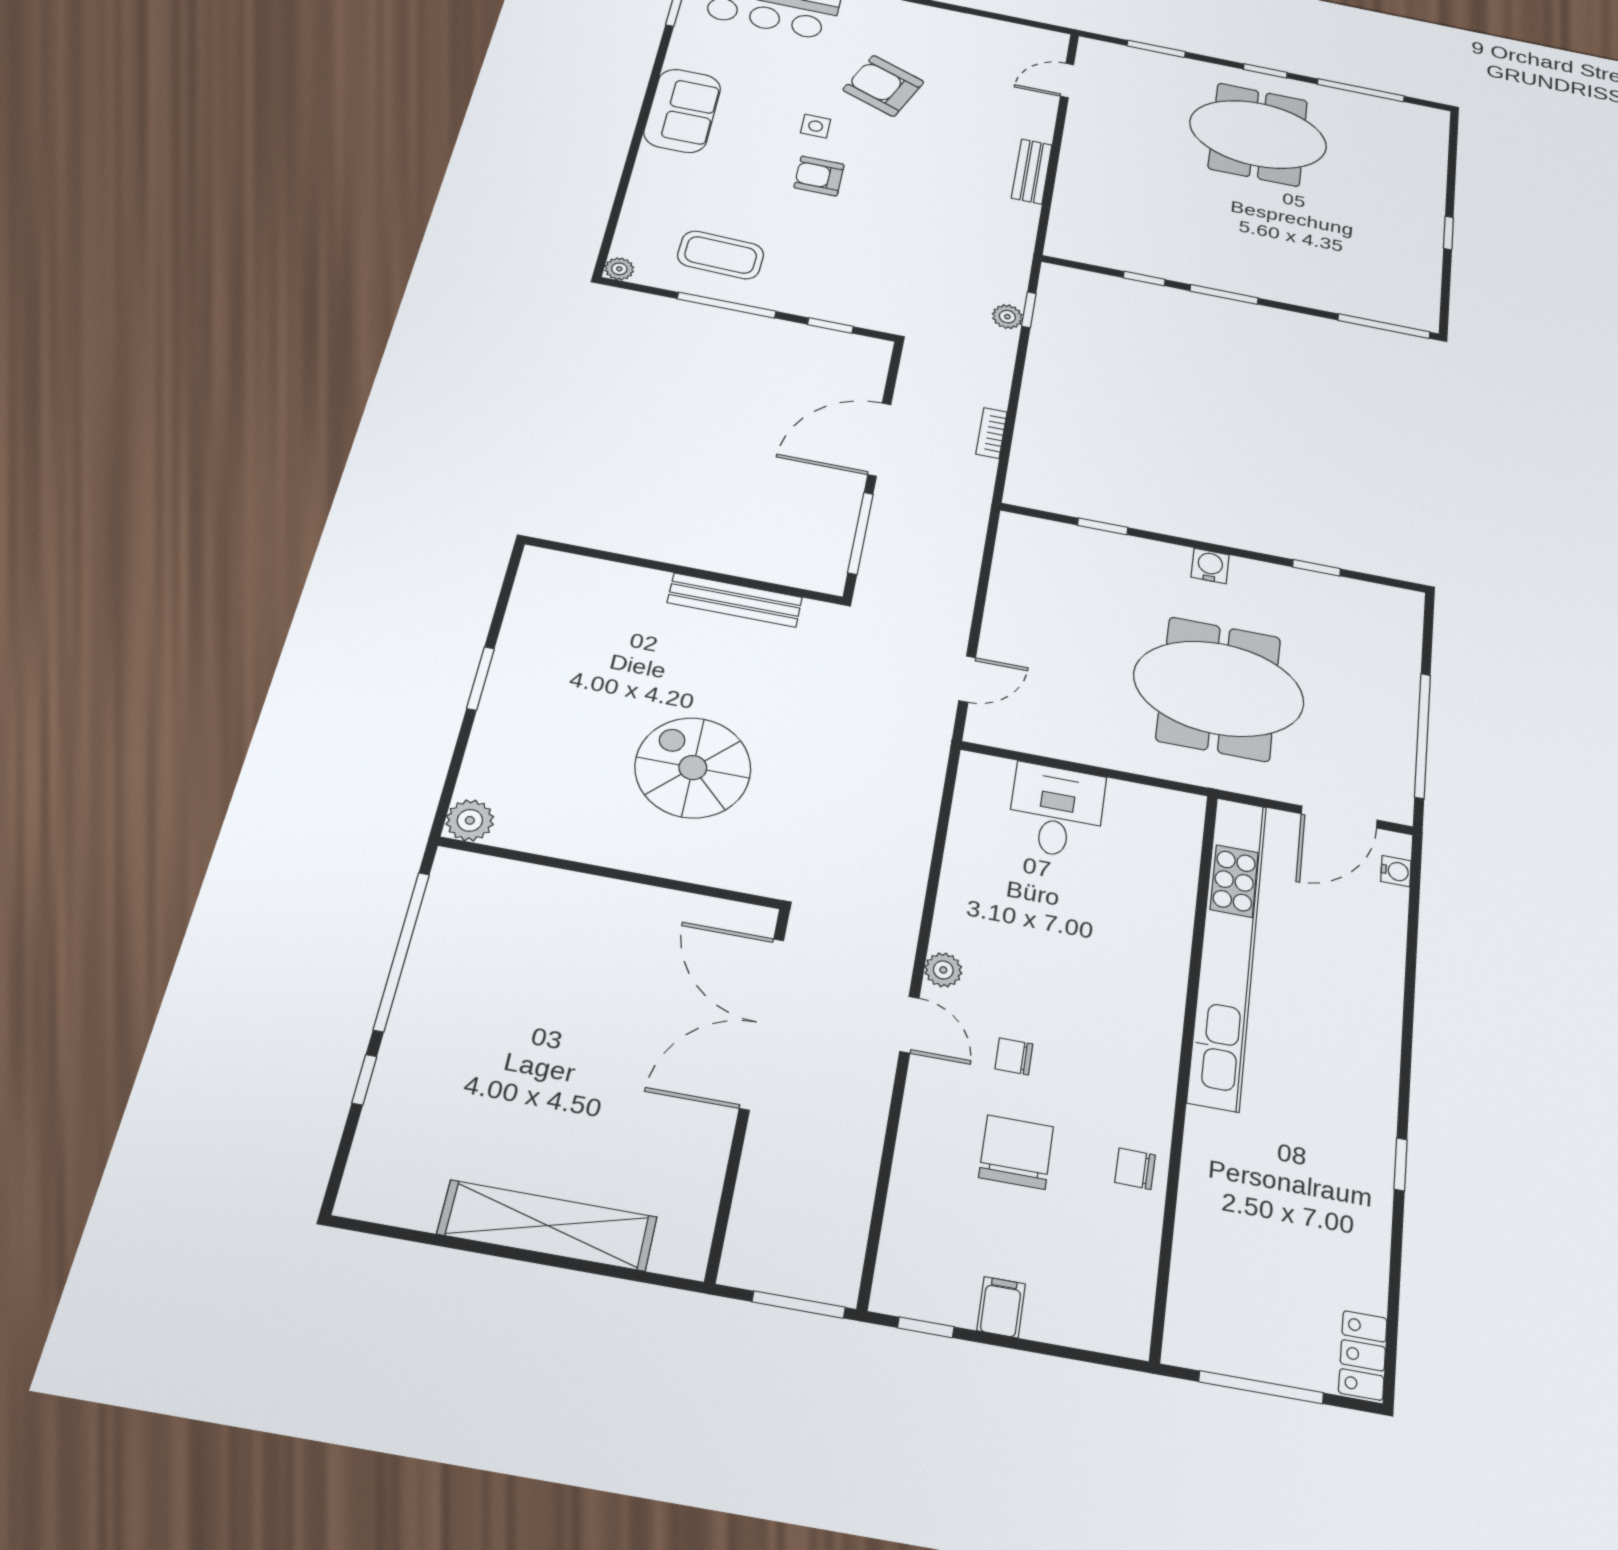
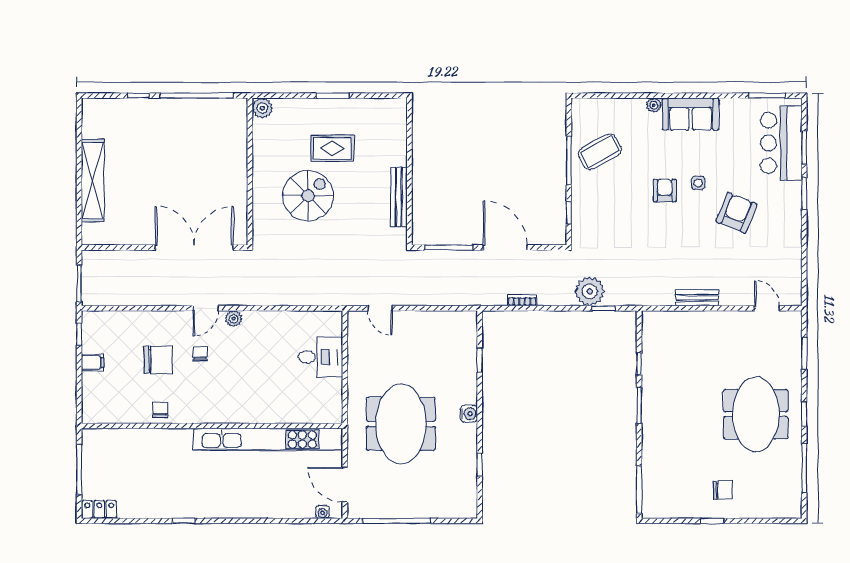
chair: (1393, 207) -> (723, 490), added
coffee table: (721, 255) -> (600, 152), turned 59
plant: (619, 269) -> (654, 105), moved
plant: (1007, 317) -> (590, 291), width x1.88, depth x1.88
rug: (598, 701) -> (332, 148), added

